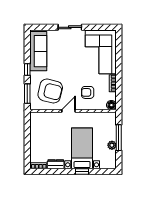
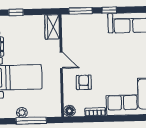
armchair: (50, 91) -> (84, 38), removed
wardrobe: (40, 118) -> (52, 27), added
window: (27, 148) -> (16, 12), added

